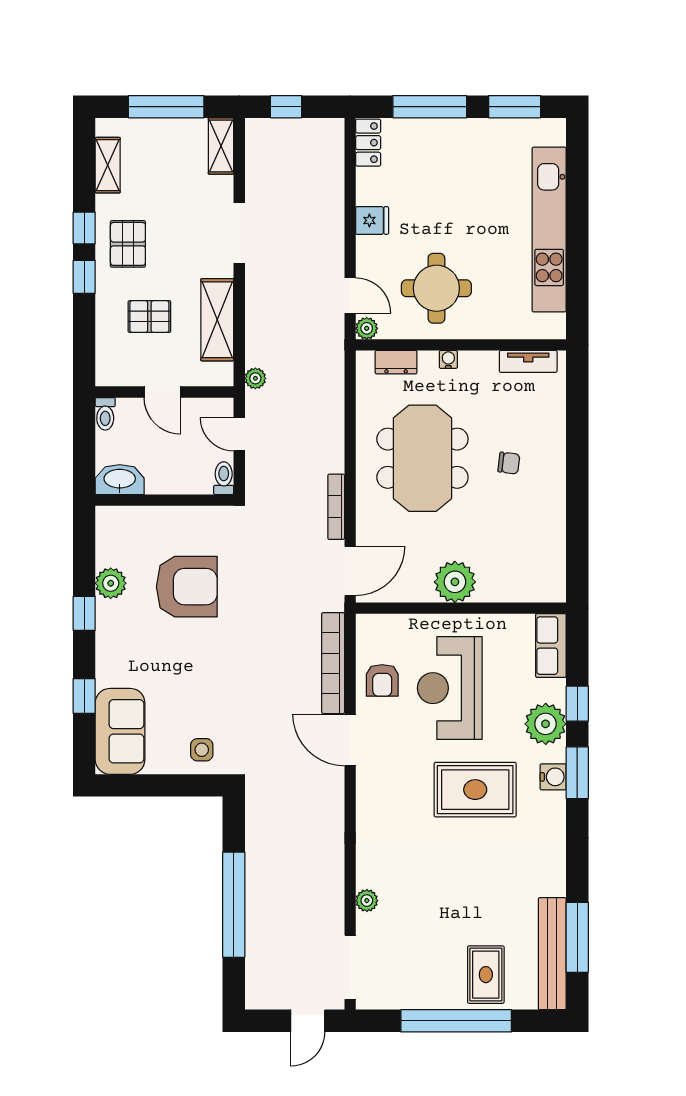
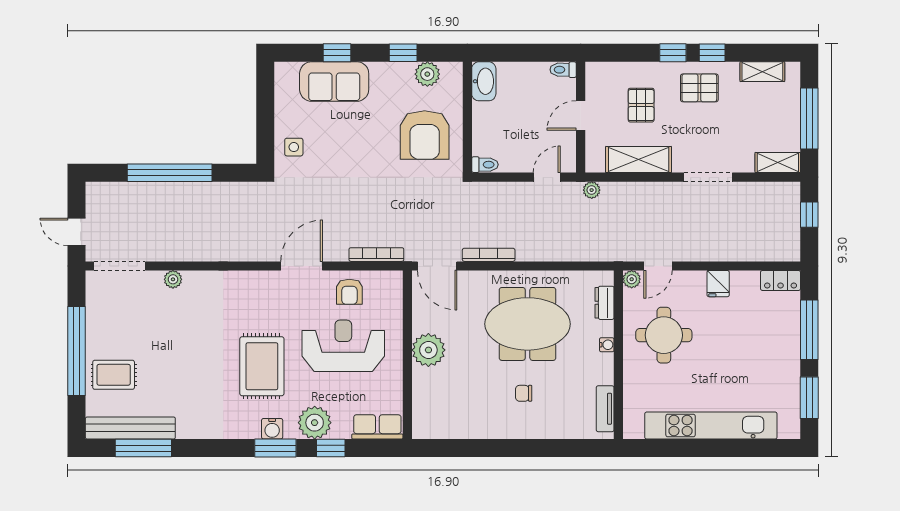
chair: (509, 463) -> (524, 393), turned 83
toilet: (224, 478) -> (485, 165), moved
washbasin: (120, 480) -> (484, 81), moved
wall: (164, 500) -> (467, 117), moved
bookcase: (333, 663) -> (376, 255), width x0.68, depth x0.76
armchair: (382, 680) -> (349, 292), turned -90
sofa: (120, 731) -> (334, 82), moved

